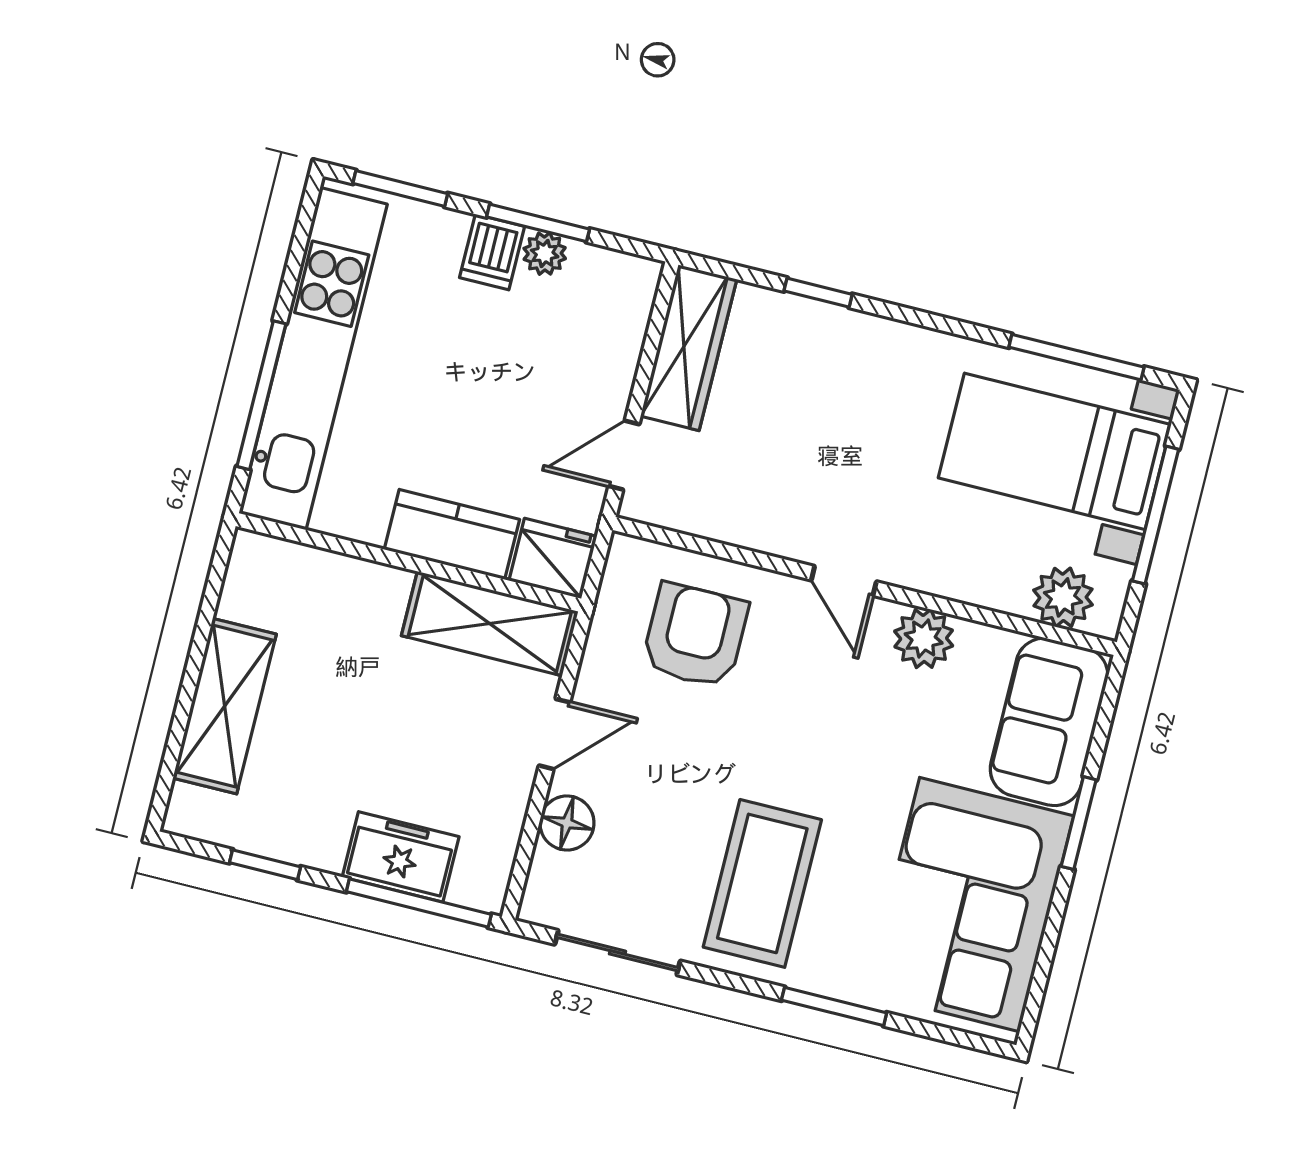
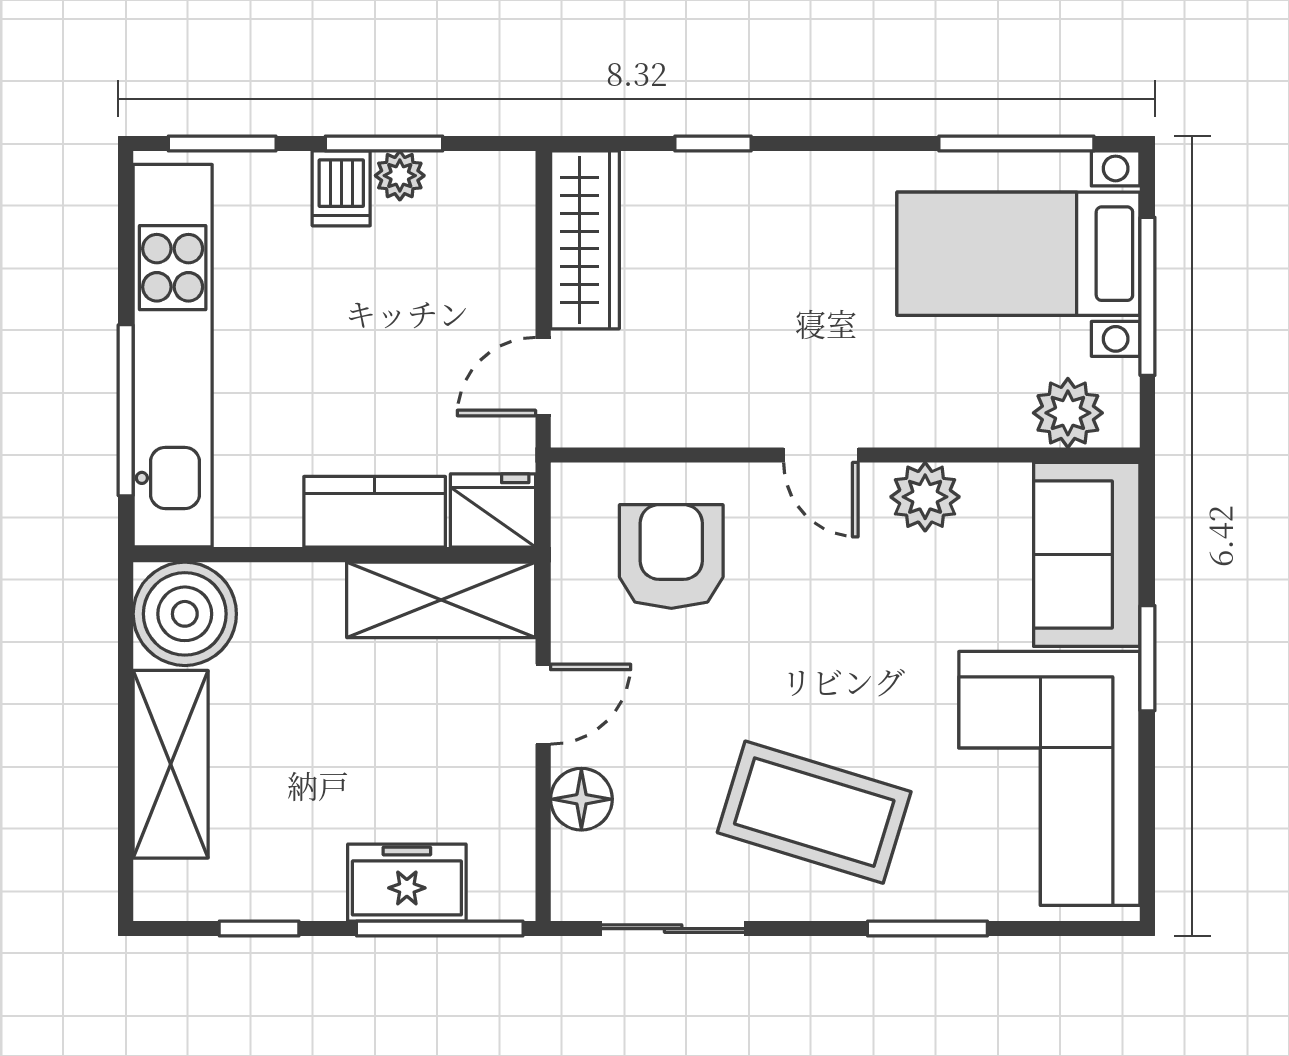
boiler: (269, 581) -> (185, 614), added
coffee table: (762, 883) -> (814, 812), turned -73

